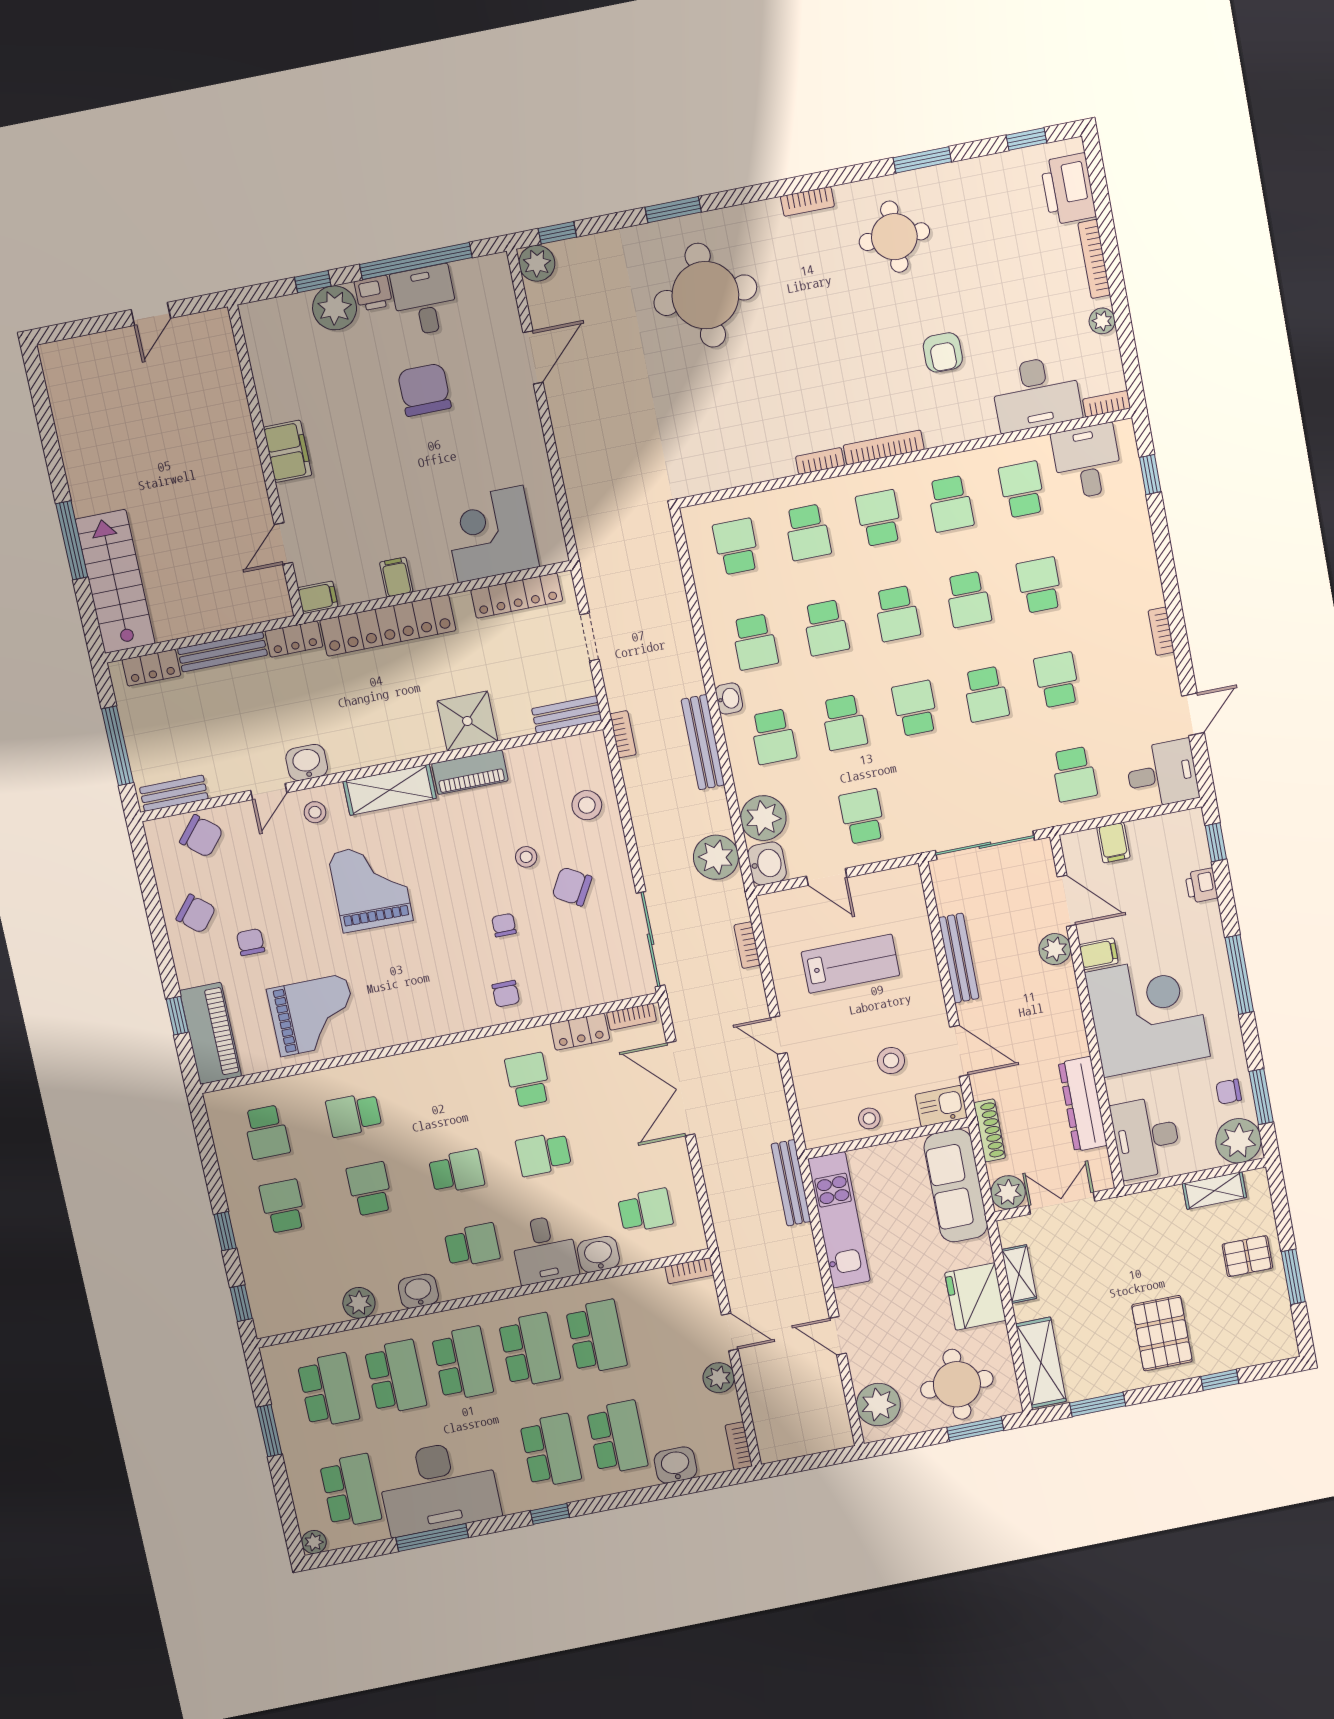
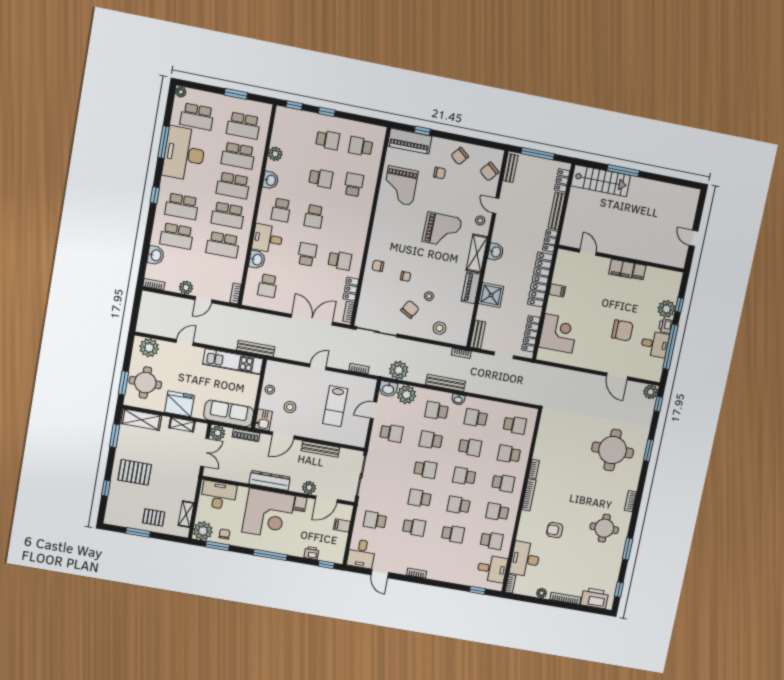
filing cabinet: (318, 597) -> (639, 272), moved
school desk: (826, 628) -> (470, 447), turned 180
washbasin: (307, 762) -> (496, 252), moved
dresser: (1083, 1104) -> (270, 480), moved
pallet: (1247, 1256) -> (154, 517), turned 90

